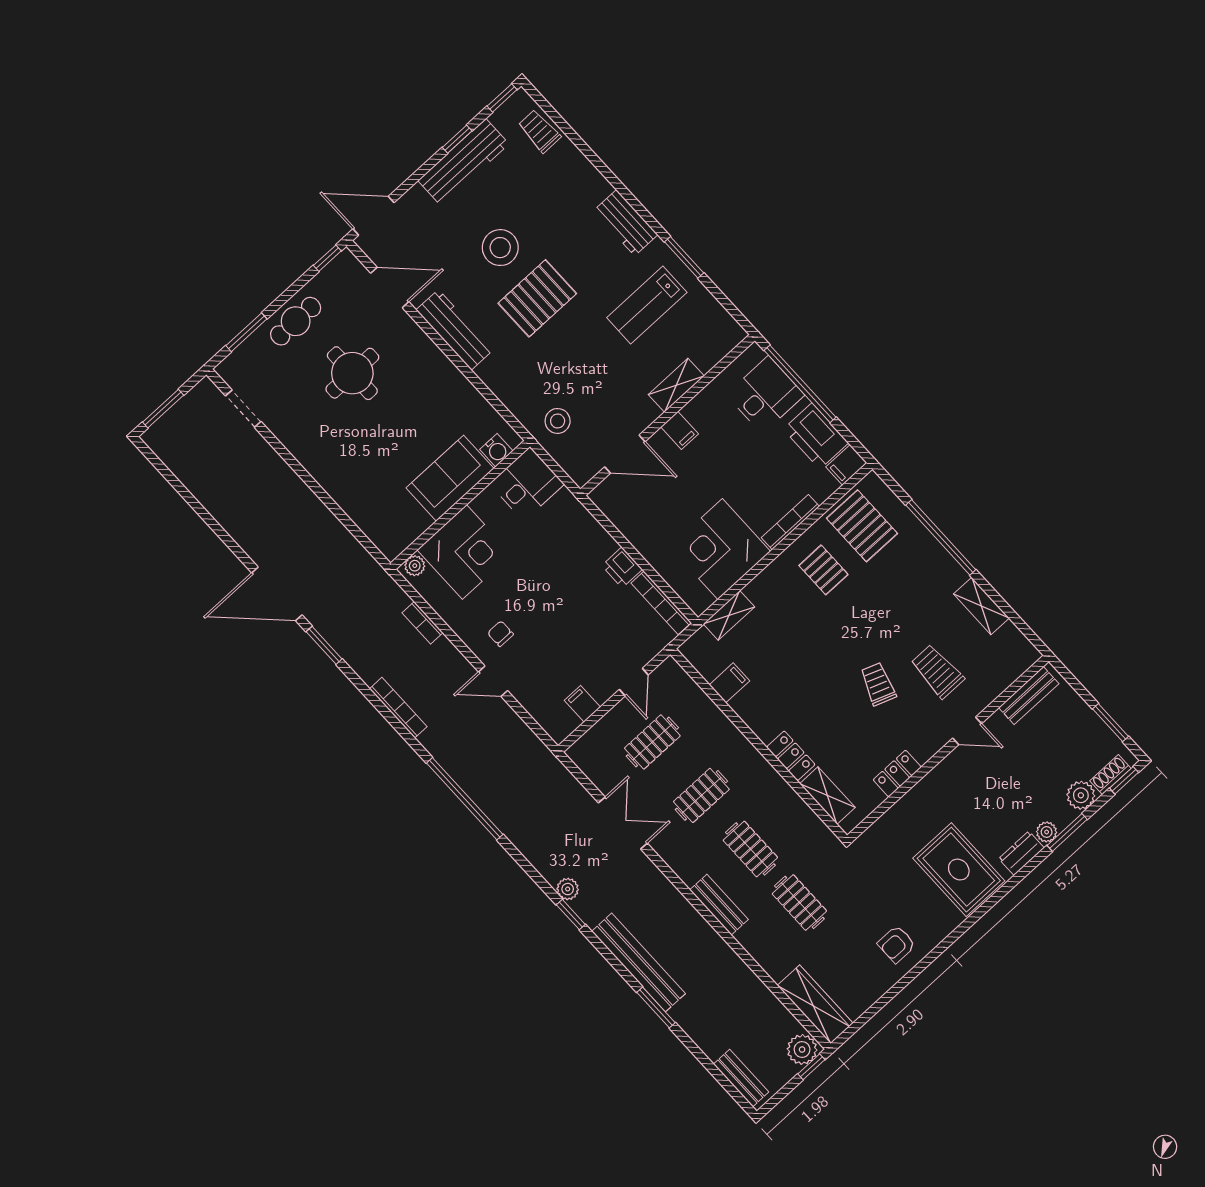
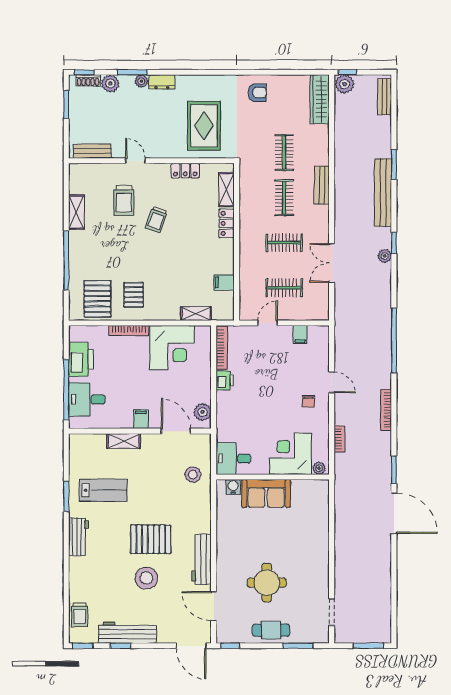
filing cabinet: (846, 465) -> (79, 333), removed
plant: (614, 506) -> (202, 412), added
rug: (959, 870) -> (204, 126), moved

